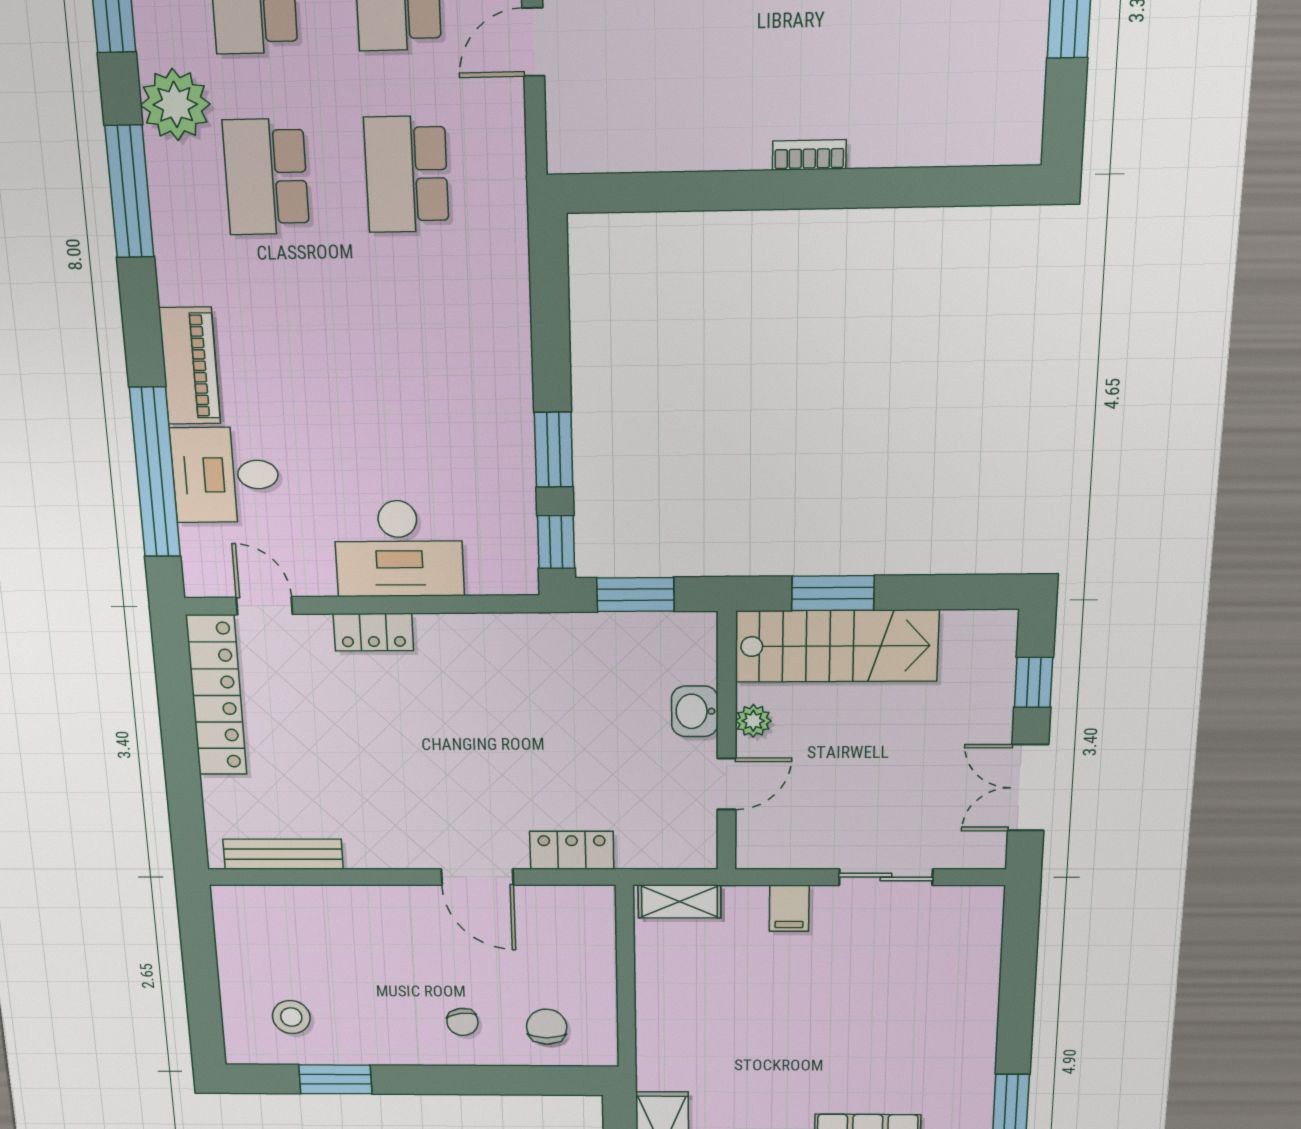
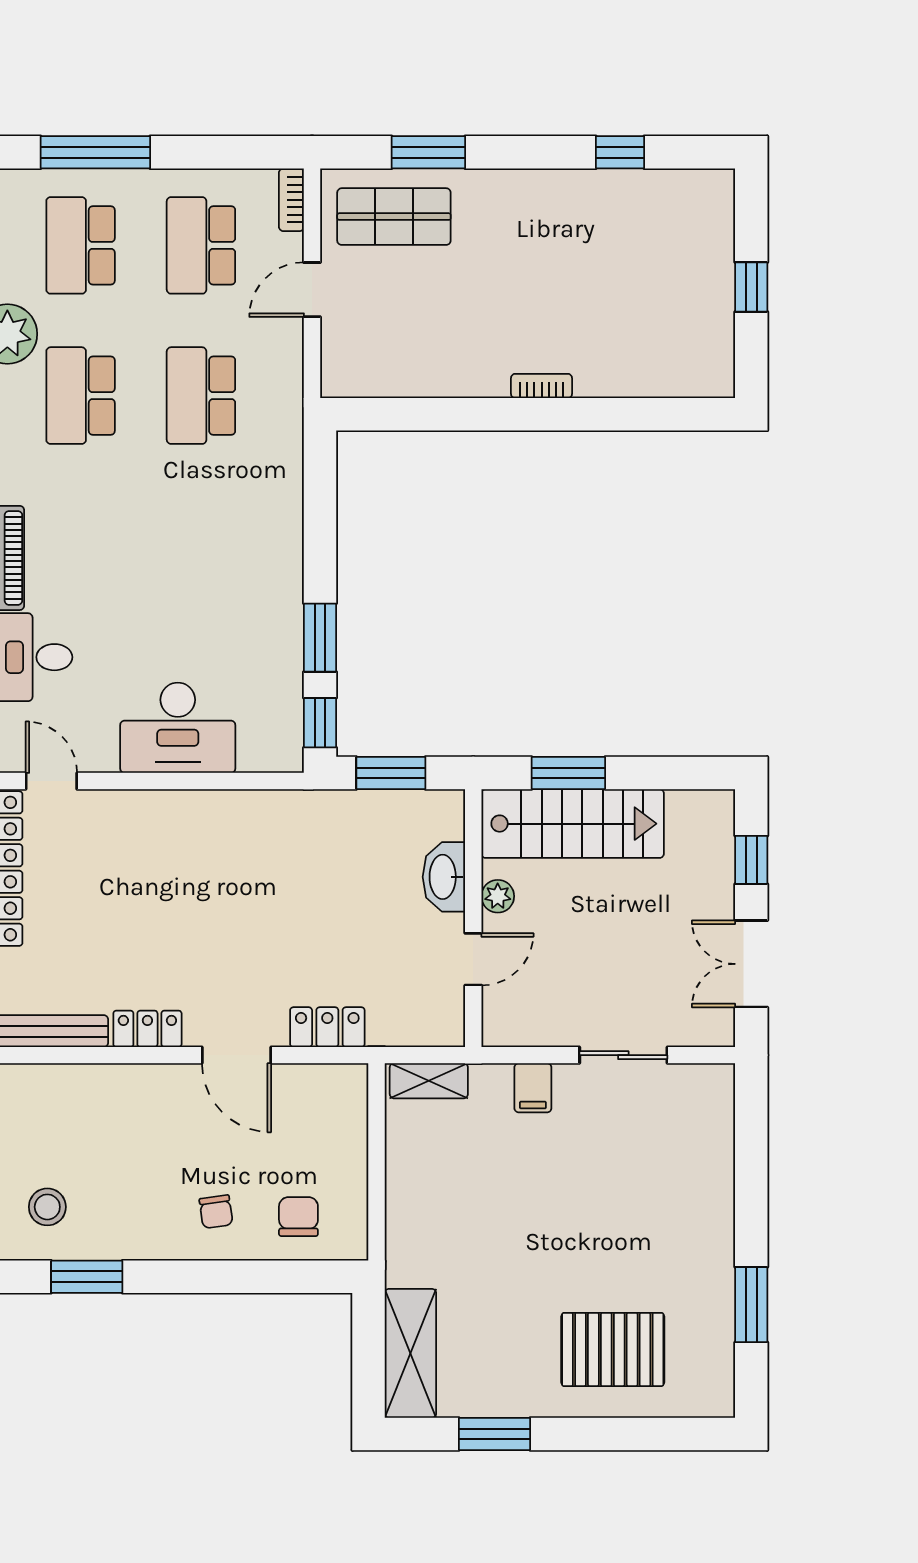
locker: (373, 632) -> (147, 1029), moved, turned 180
washbasin: (695, 711) -> (444, 877), width x1.38

